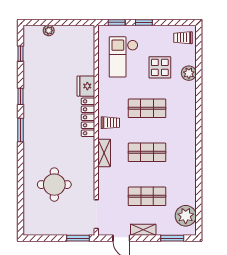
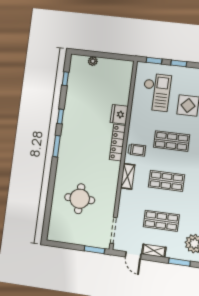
checkout: (124, 57) -> (156, 92), turned 180

